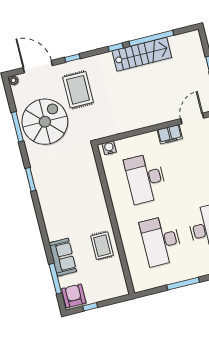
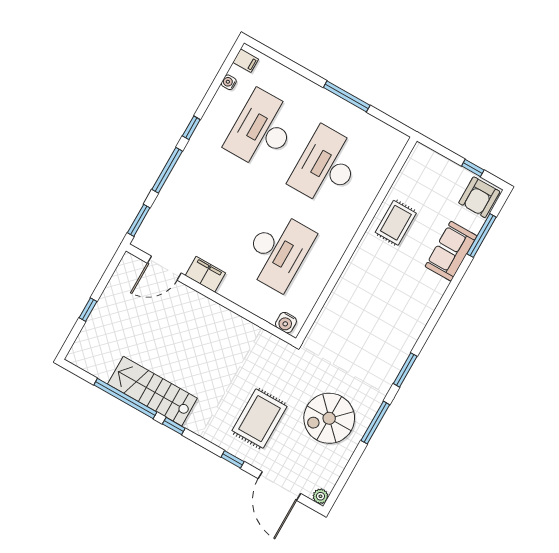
spiral stairs: (45, 122) -> (329, 418), width x0.73, depth x0.73
window: (17, 127) -> (375, 423), moved
desk: (161, 241) -> (326, 166), turned 180

